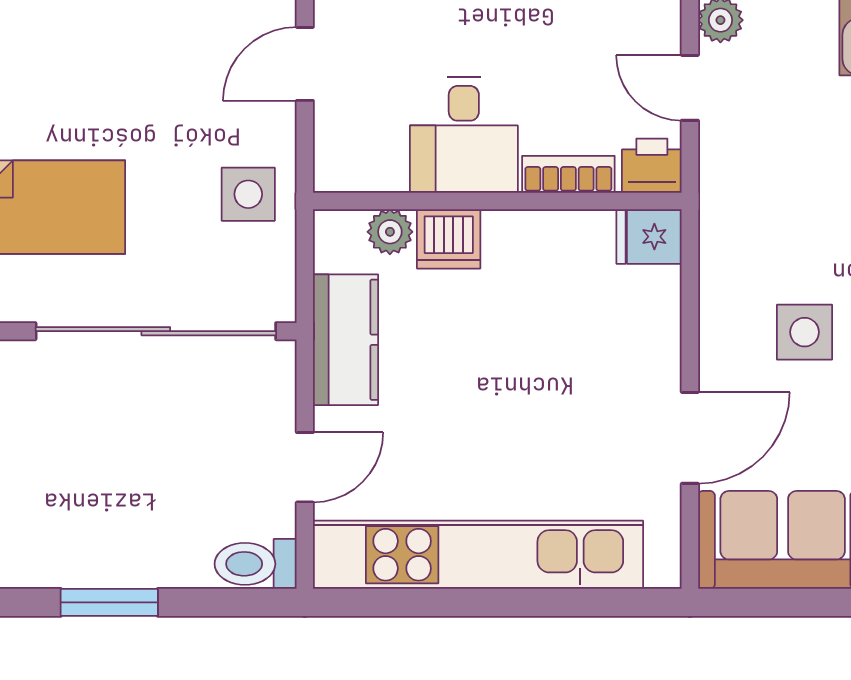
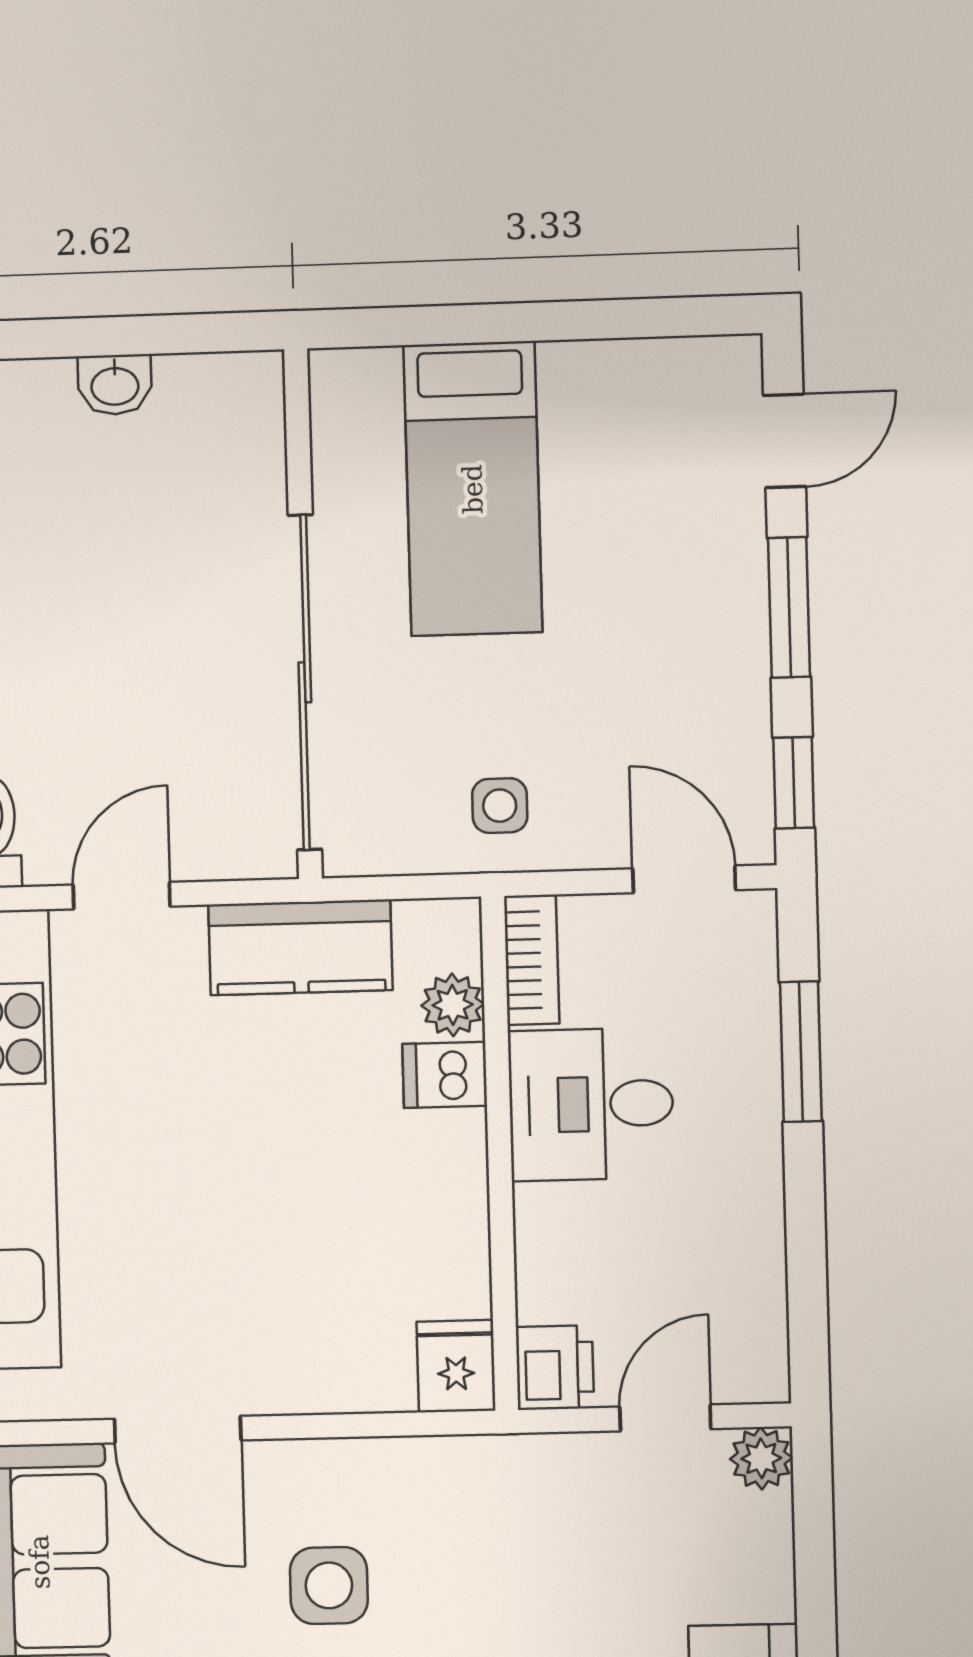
bookcase: (568, 174) -> (532, 960), moved
side table: (248, 194) -> (500, 806), width x0.73, depth x0.73
dishwasher: (449, 239) -> (445, 1075), width x0.73
door: (305, 467) -> (122, 896), swing flipped

